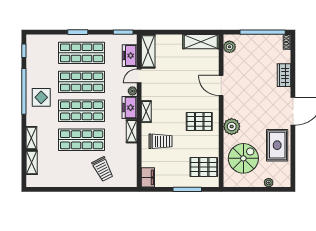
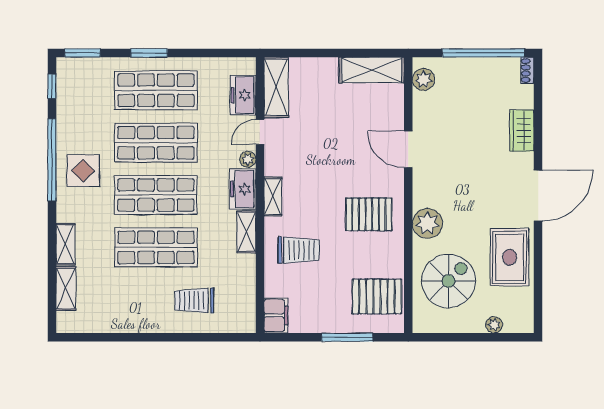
window: (123, 32) -> (83, 53), moved
trolley: (103, 169) -> (194, 300), turned 117

